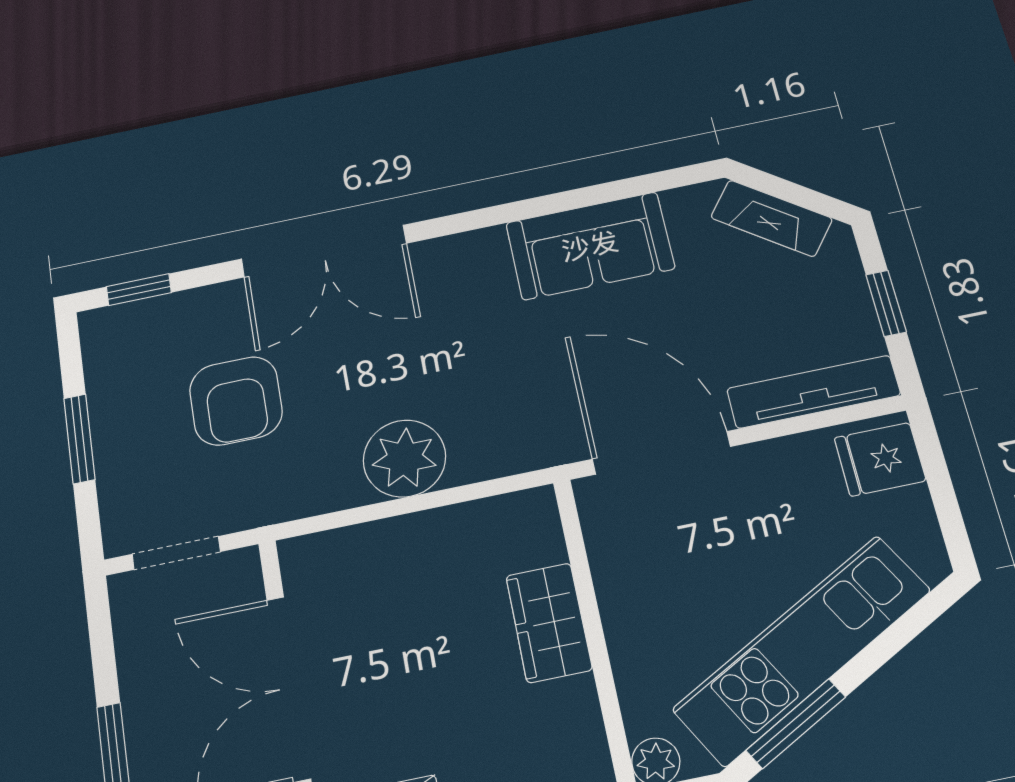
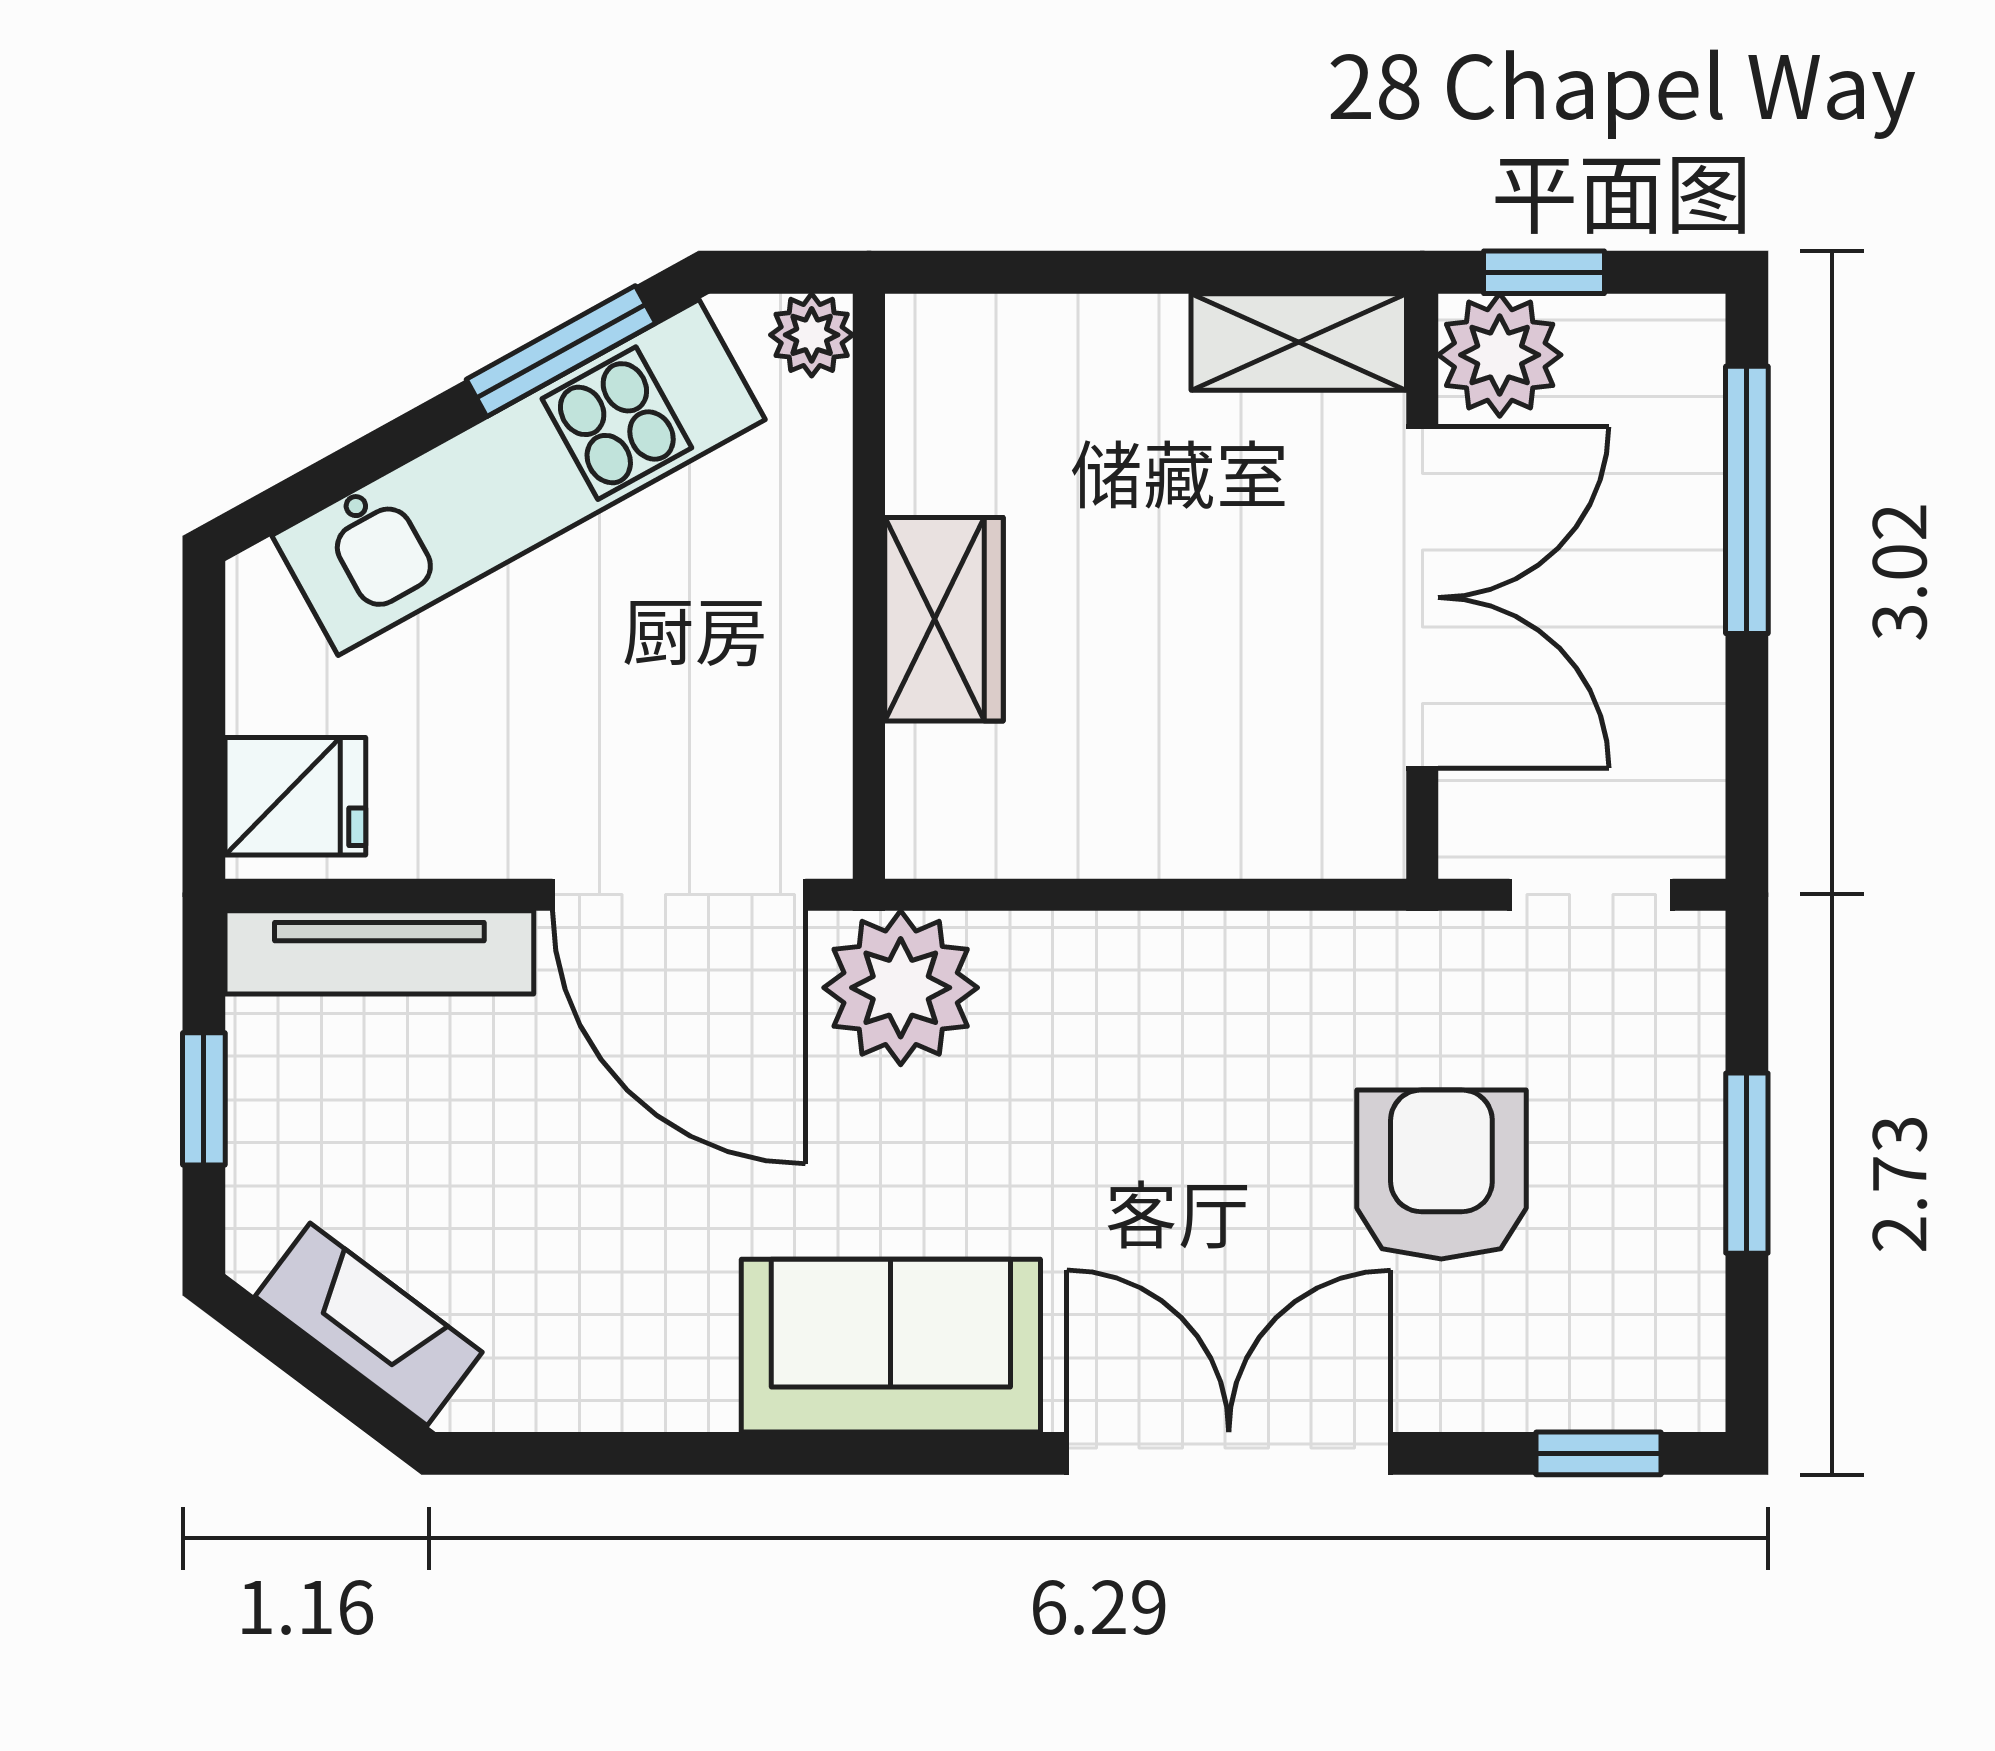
sofa: (590, 246) -> (891, 1346), moved
plant: (404, 458) -> (901, 988), moved

